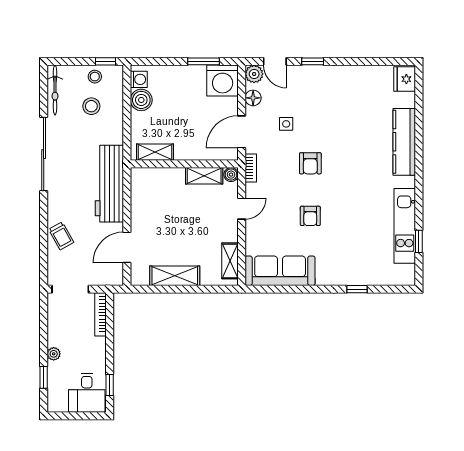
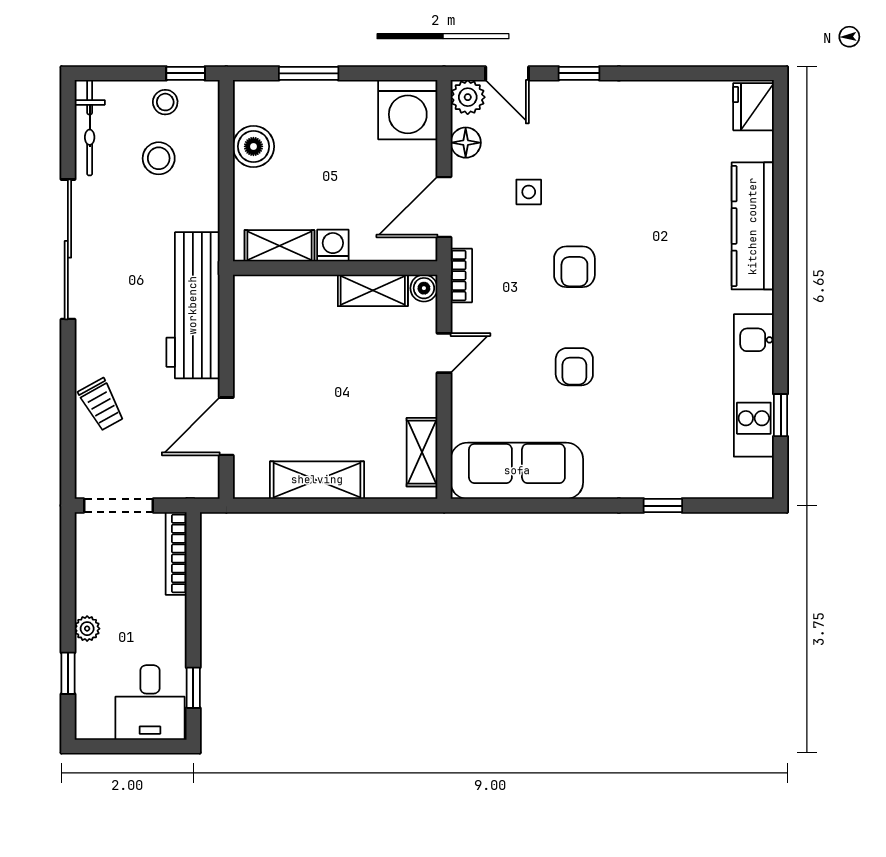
window: (204, 61) -> (309, 73), moved
washing machine: (139, 79) -> (333, 246), moved, turned -90

